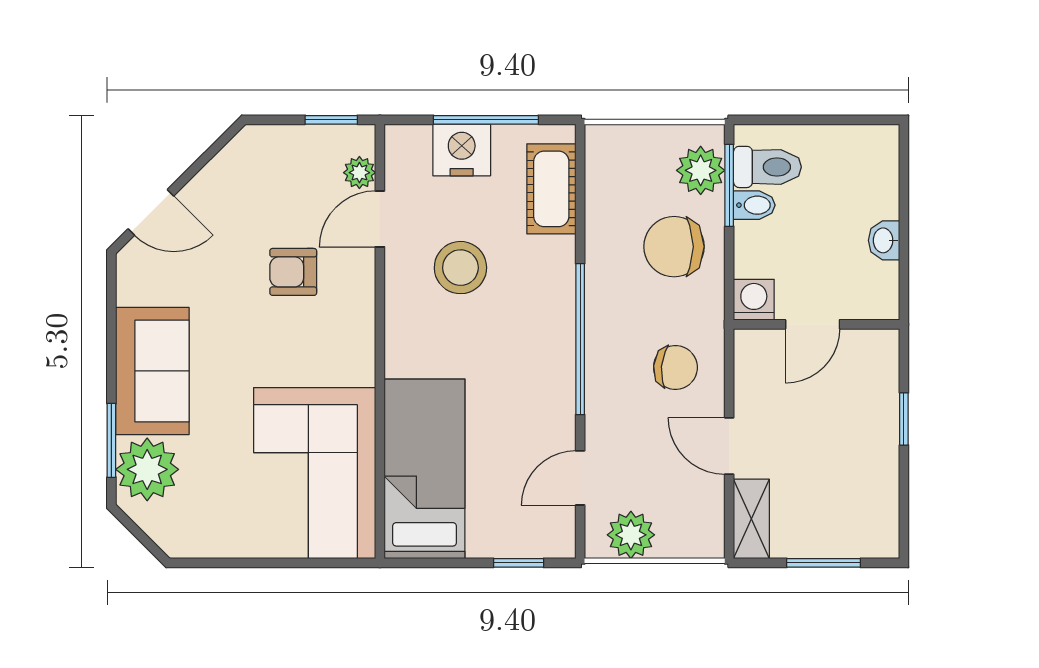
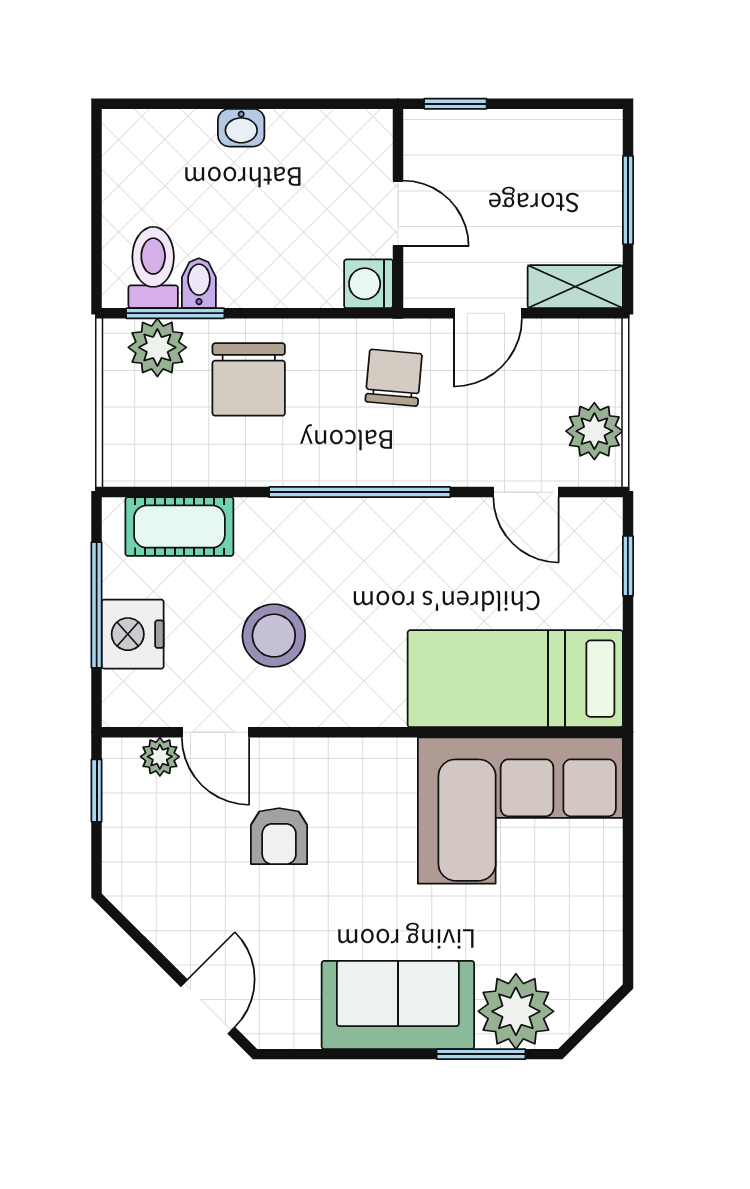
washing machine: (754, 300) -> (369, 284), moved
door: (813, 324) -> (398, 213), moved
wall: (817, 324) -> (398, 208), moved

